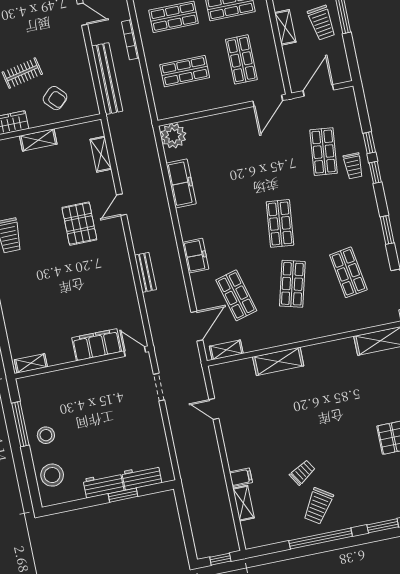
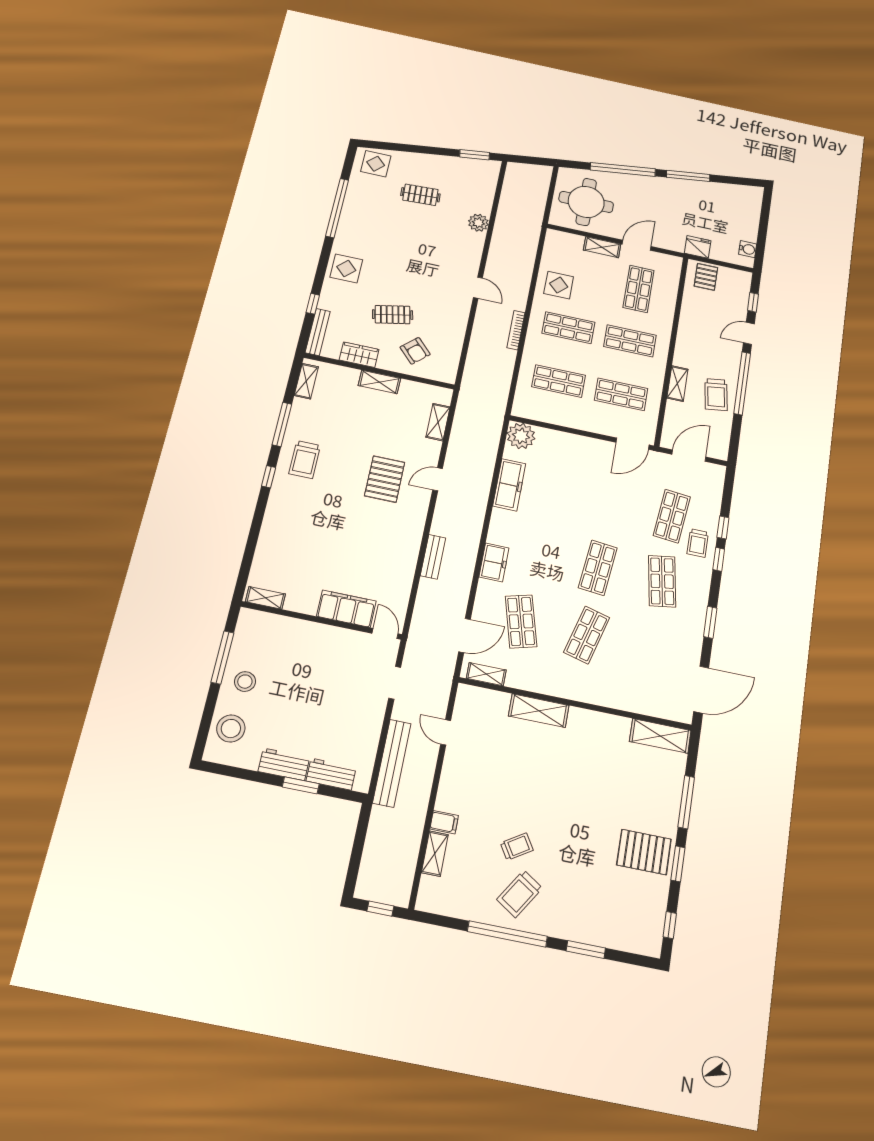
shop shelf: (241, 59) -> (621, 394), turned 90
bench: (107, 79) -> (392, 763), moved
shop shelf: (348, 272) -> (662, 581), moved

